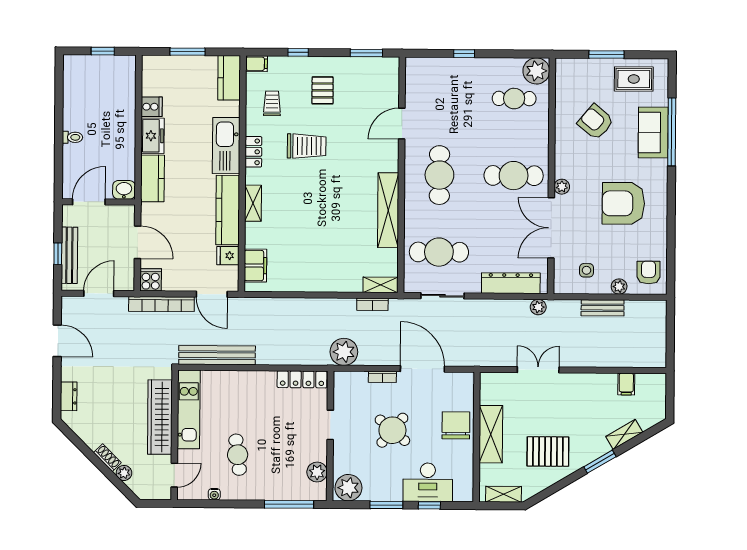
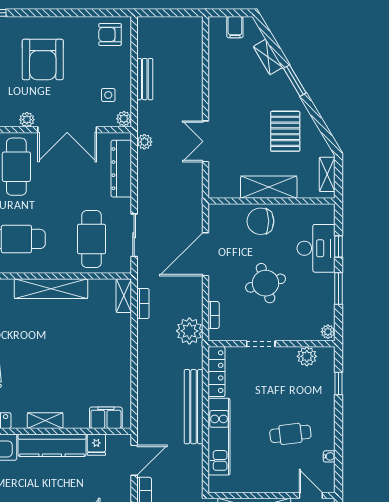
plant: (619, 287) -> (124, 119), moved
bench: (217, 355) -> (194, 407), moved
bookcase: (382, 377) -> (214, 315), moved
filing cabinet: (626, 384) -> (235, 27), moved, turned 90
kitchen unit: (189, 409) -> (219, 437), moved, turned 90
round table: (392, 430) -> (266, 283), turned 34
plant: (348, 488) -> (328, 332), width x0.53, depth x0.53
window: (289, 504) -> (338, 383), width x0.46

